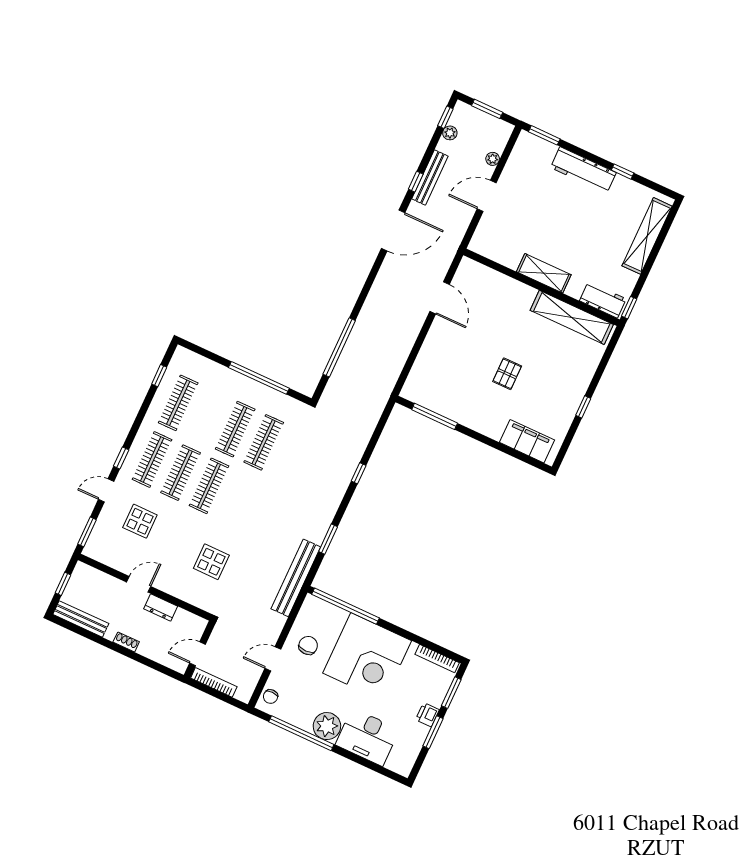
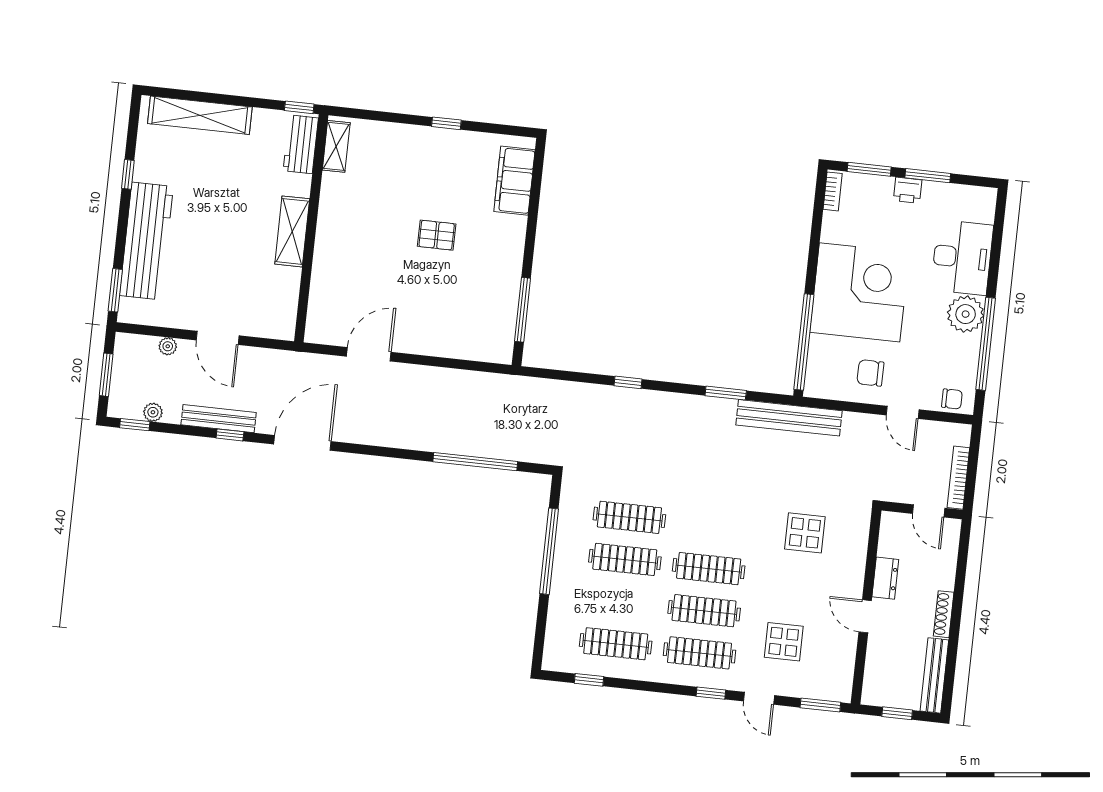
workbench: (583, 170) -> (146, 241), width x1.36, depth x1.32
door: (393, 231) -> (302, 443), hinge flipped
shelving: (572, 317) -> (336, 146), width x0.45, depth x0.75
shoe rack: (126, 642) -> (944, 614), width x1.43
bookcase: (437, 659) -> (833, 191), width x0.64

